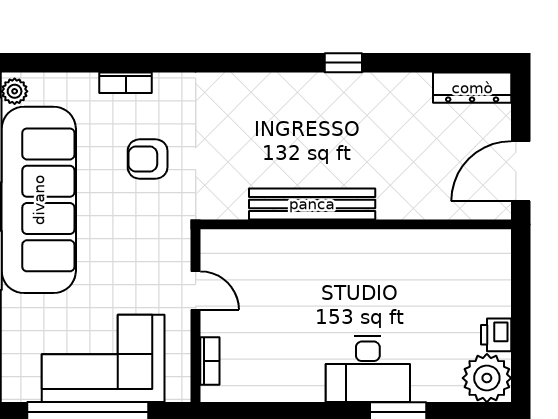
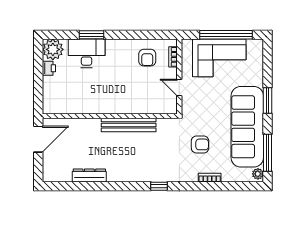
window: (343, 63) -> (159, 186), moved
dresser: (472, 88) -> (89, 176), moved
armchair: (269, 359) -> (147, 58), added
desk: (368, 369) -> (87, 53), moved

